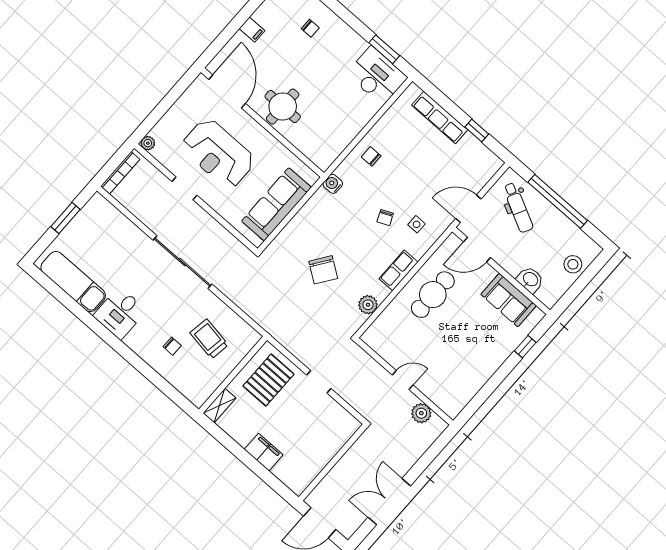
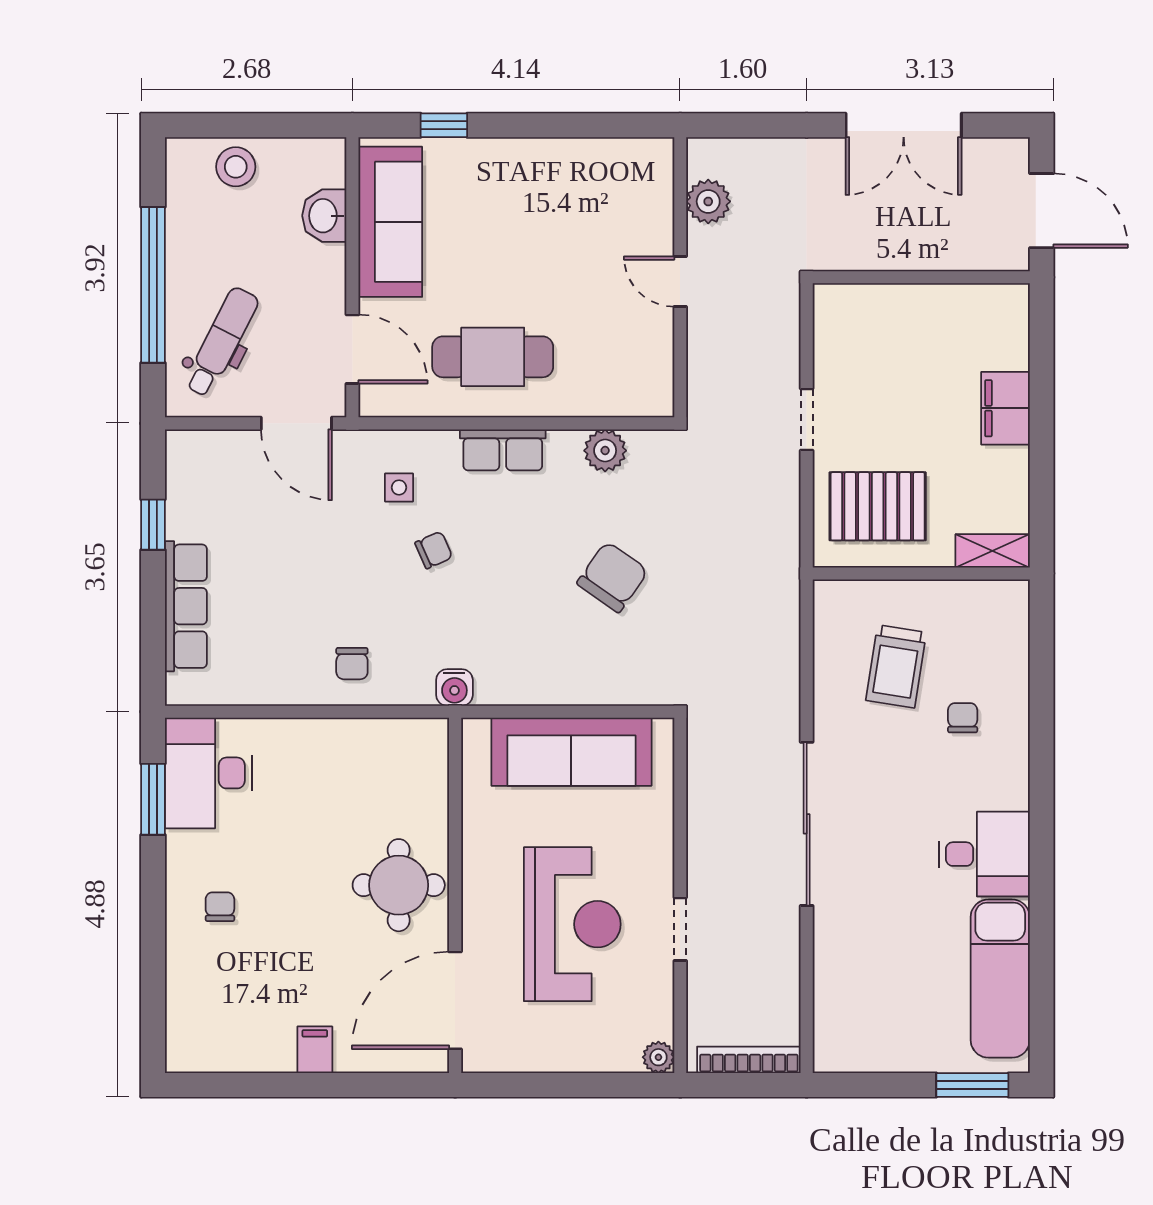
chair: (310, 28) -> (220, 907), moved
window: (66, 218) -> (972, 1085), moved
sofa: (509, 300) -> (390, 222), width x1.36

